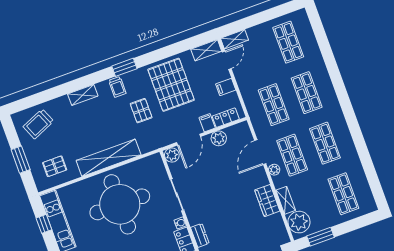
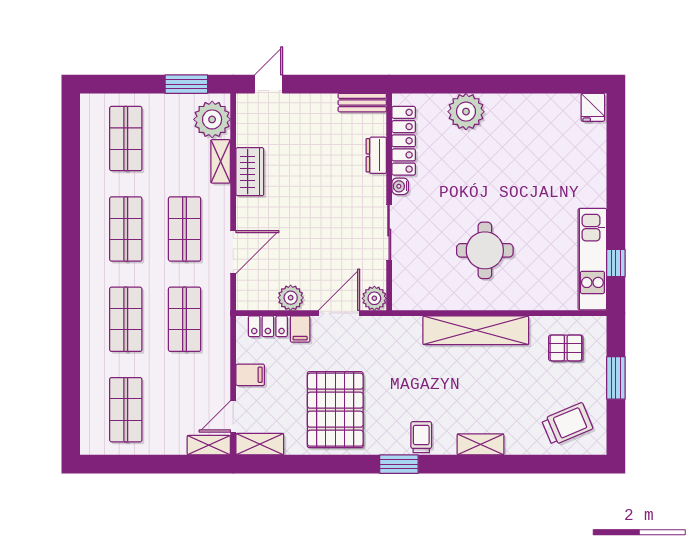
pallet: (141, 111) -> (397, 386), removed
plant: (274, 170) -> (221, 216), removed
round table: (120, 204) -> (485, 250), width x0.54, depth x0.54

